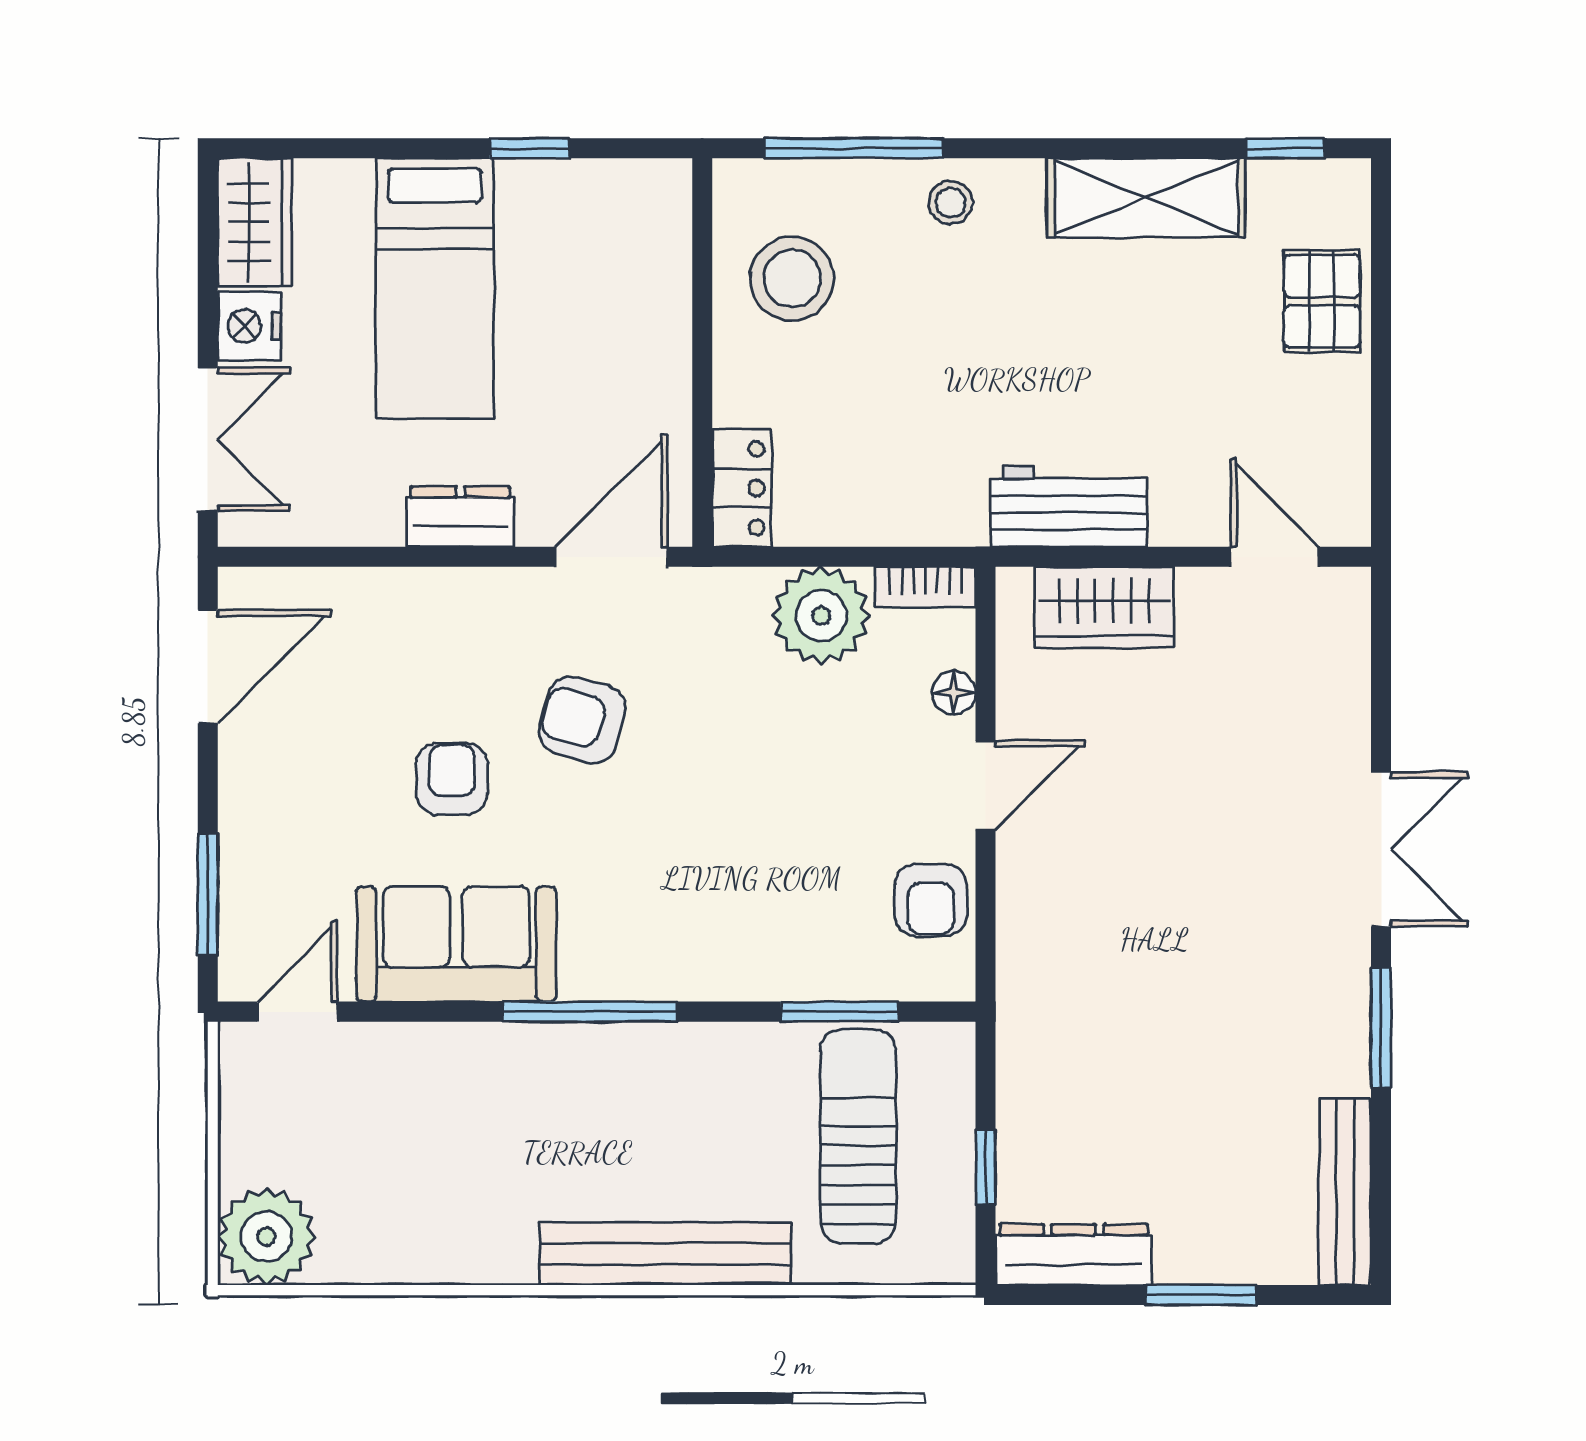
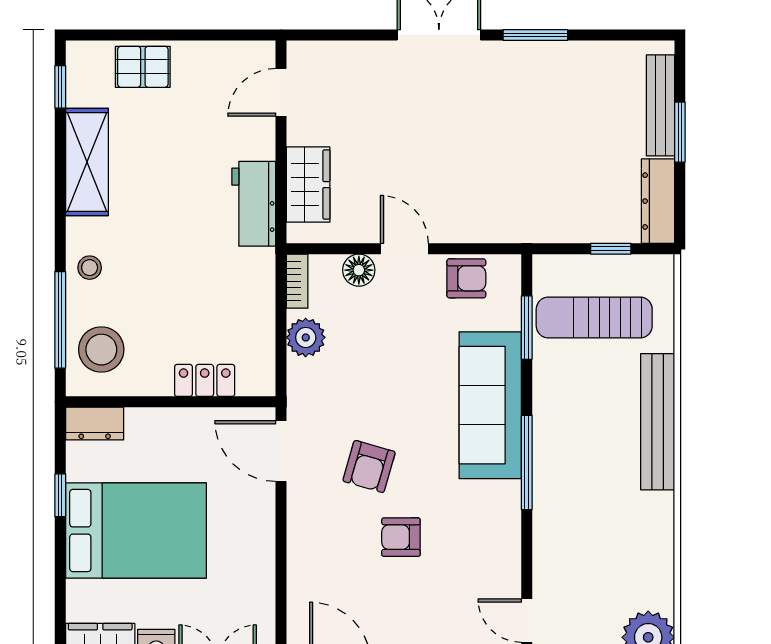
stool: (792, 278) -> (101, 350), moved
bed: (435, 288) -> (136, 531), width x1.50
locker: (742, 488) -> (205, 380), moved
dresser: (460, 517) -> (95, 424), moved, turned -90
plant: (821, 616) -> (306, 337), width x0.73, depth x0.73
floor lamp: (954, 693) -> (359, 270), width x1.37, depth x1.37
sofa: (456, 944) -> (490, 405), moved, width x1.36
bench: (1345, 1192) -> (660, 105), moved, turned 90

